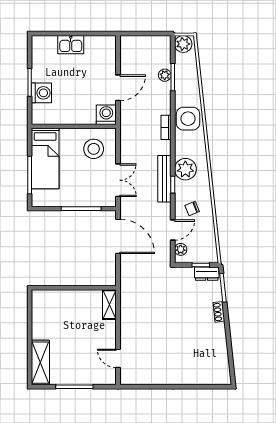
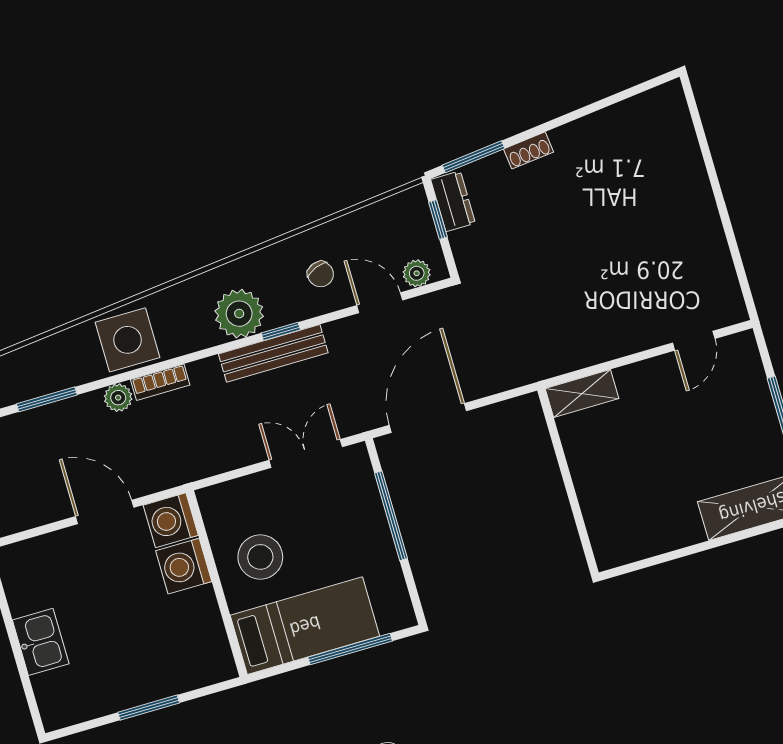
plant: (165, 75) -> (118, 398), moved
washing machine: (41, 93) -> (184, 566), moved, turned -90
stool: (94, 149) -> (260, 557), moved

